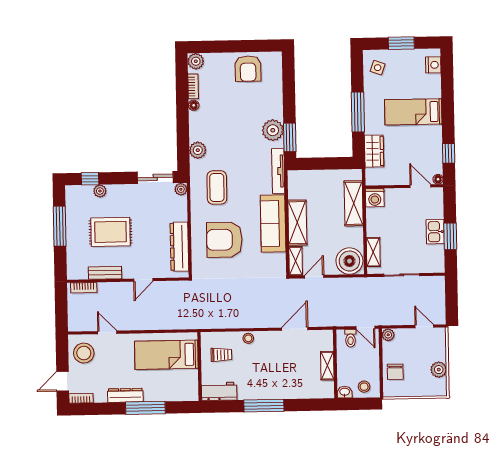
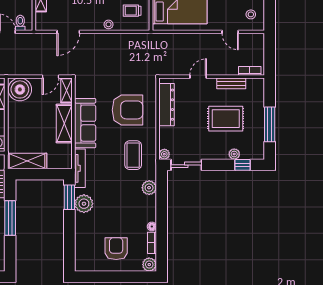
armchair: (248, 69) -> (116, 249), moved
shelving: (354, 203) -> (27, 161), moved, turned 90
stool: (84, 353) -> (251, 14), width x0.53, depth x0.53

